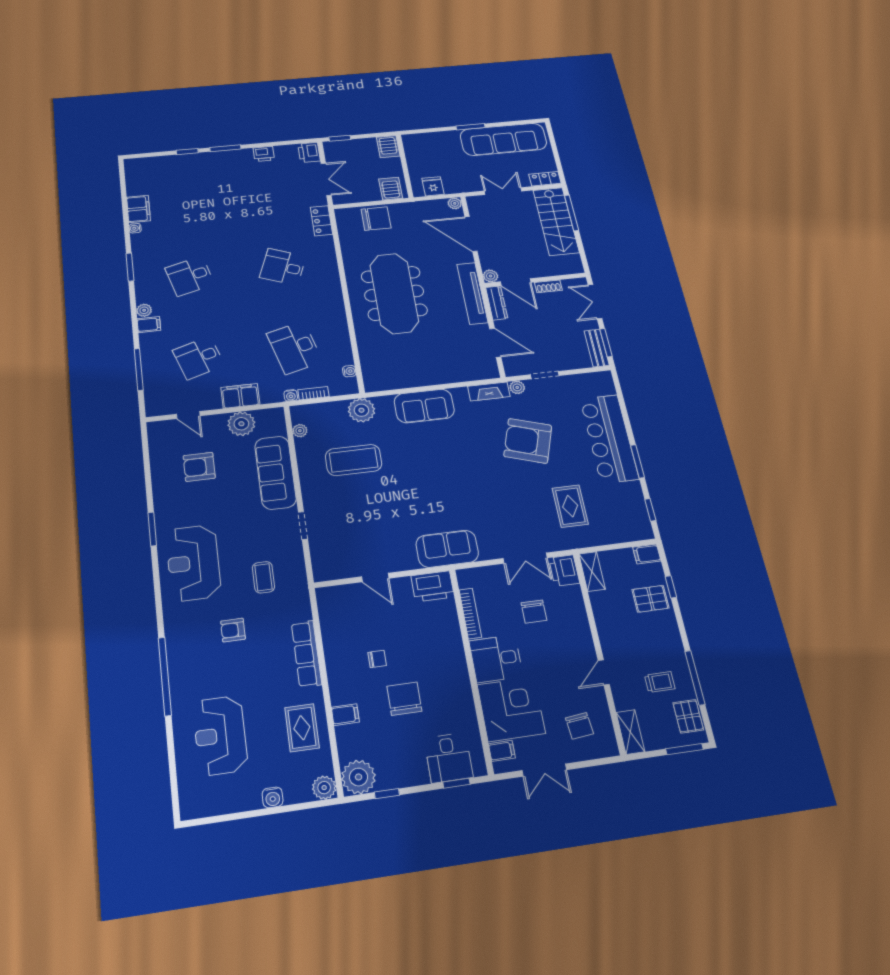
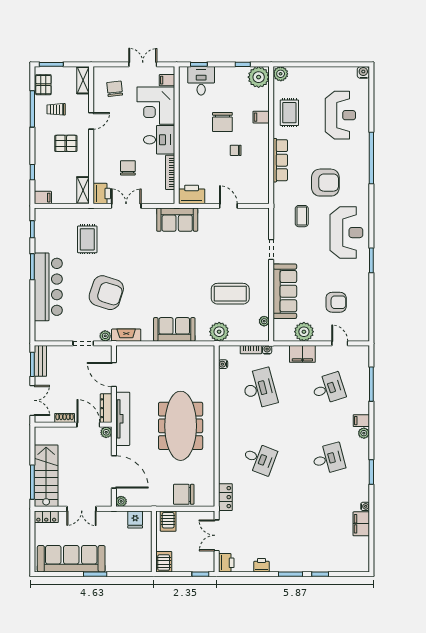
pallet: (651, 599) -> (66, 143), moved
armchair: (233, 630) -> (325, 183), width x1.88, depth x1.88
water cooler: (273, 797) -> (363, 72), moved

